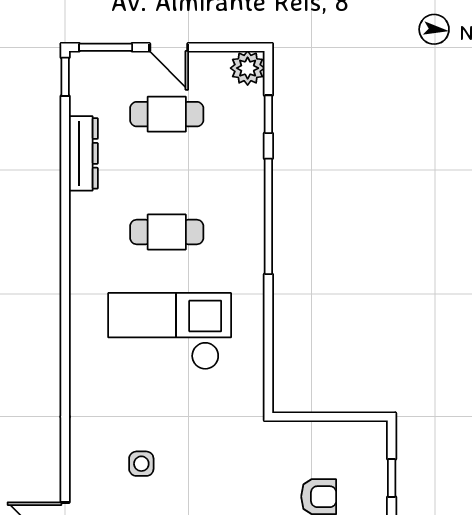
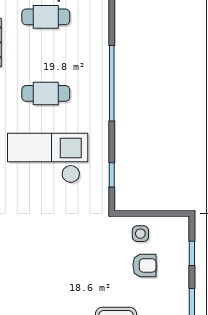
window: (268, 114) -> (112, 175), moved
side table: (141, 464) -> (140, 234), moved

